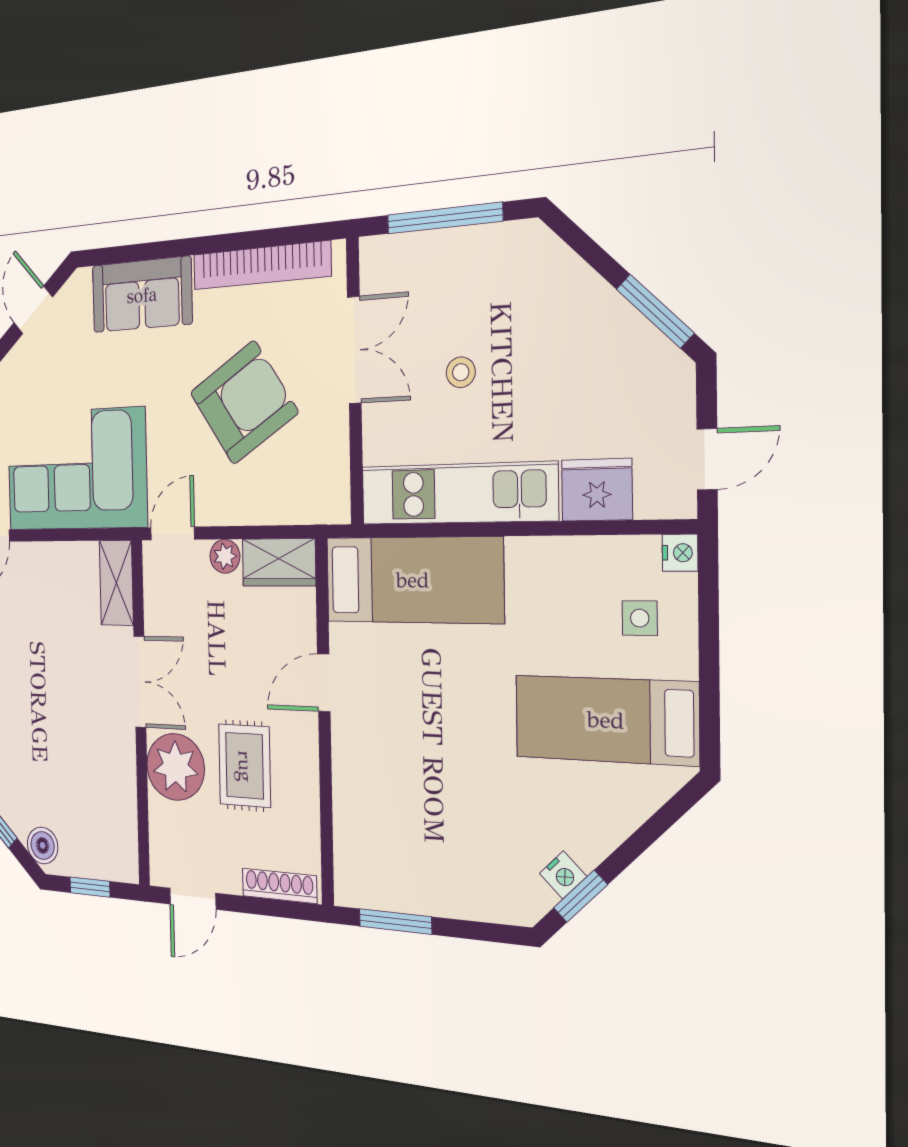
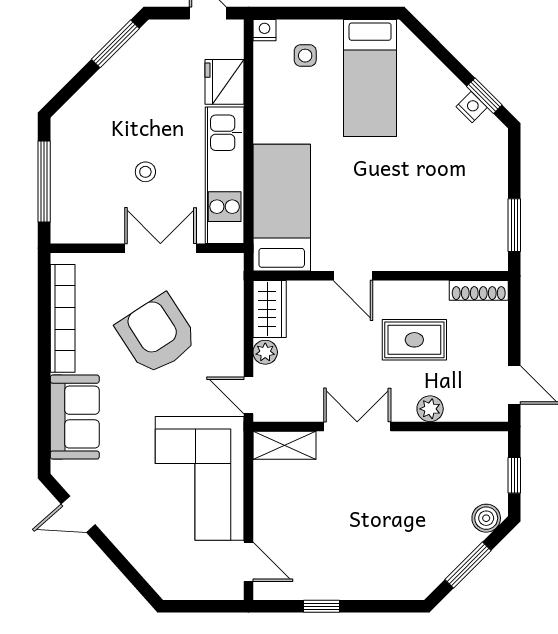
double door: (354, 350) -> (160, 248), moved
plant: (175, 767) -> (430, 409), width x0.53, depth x0.53
shoe rack: (279, 886) -> (479, 290), moved, turned -90

